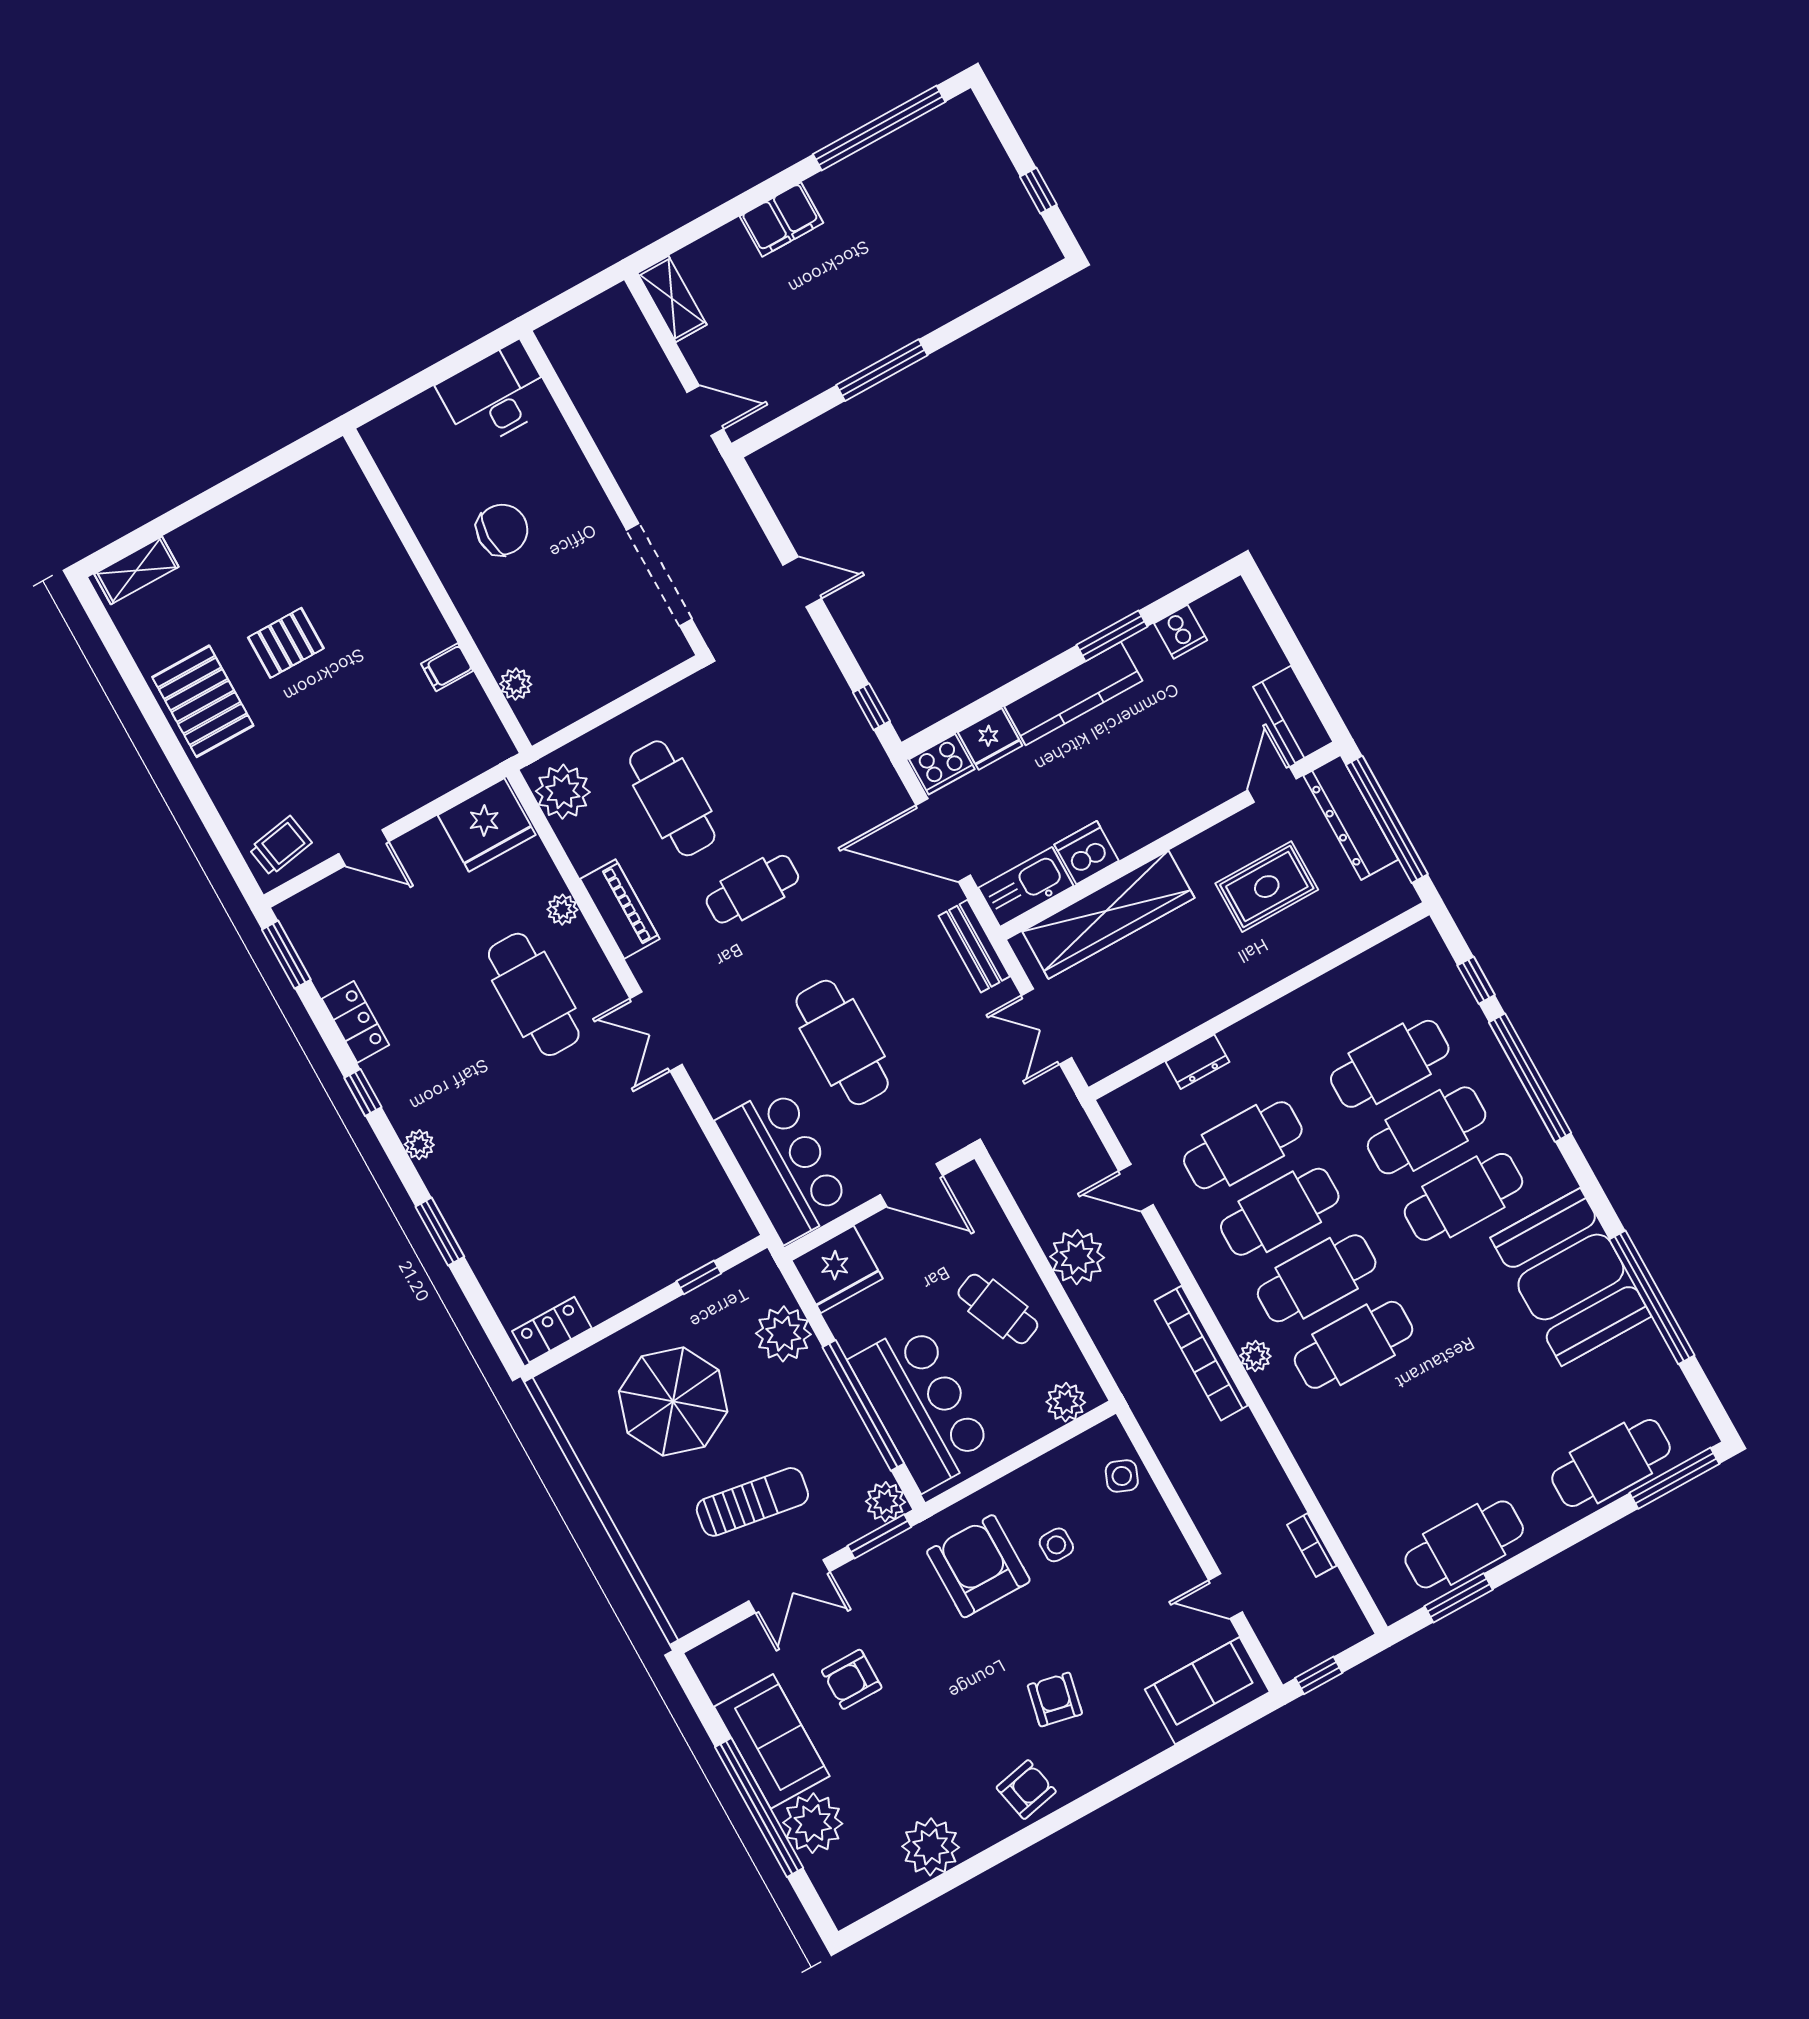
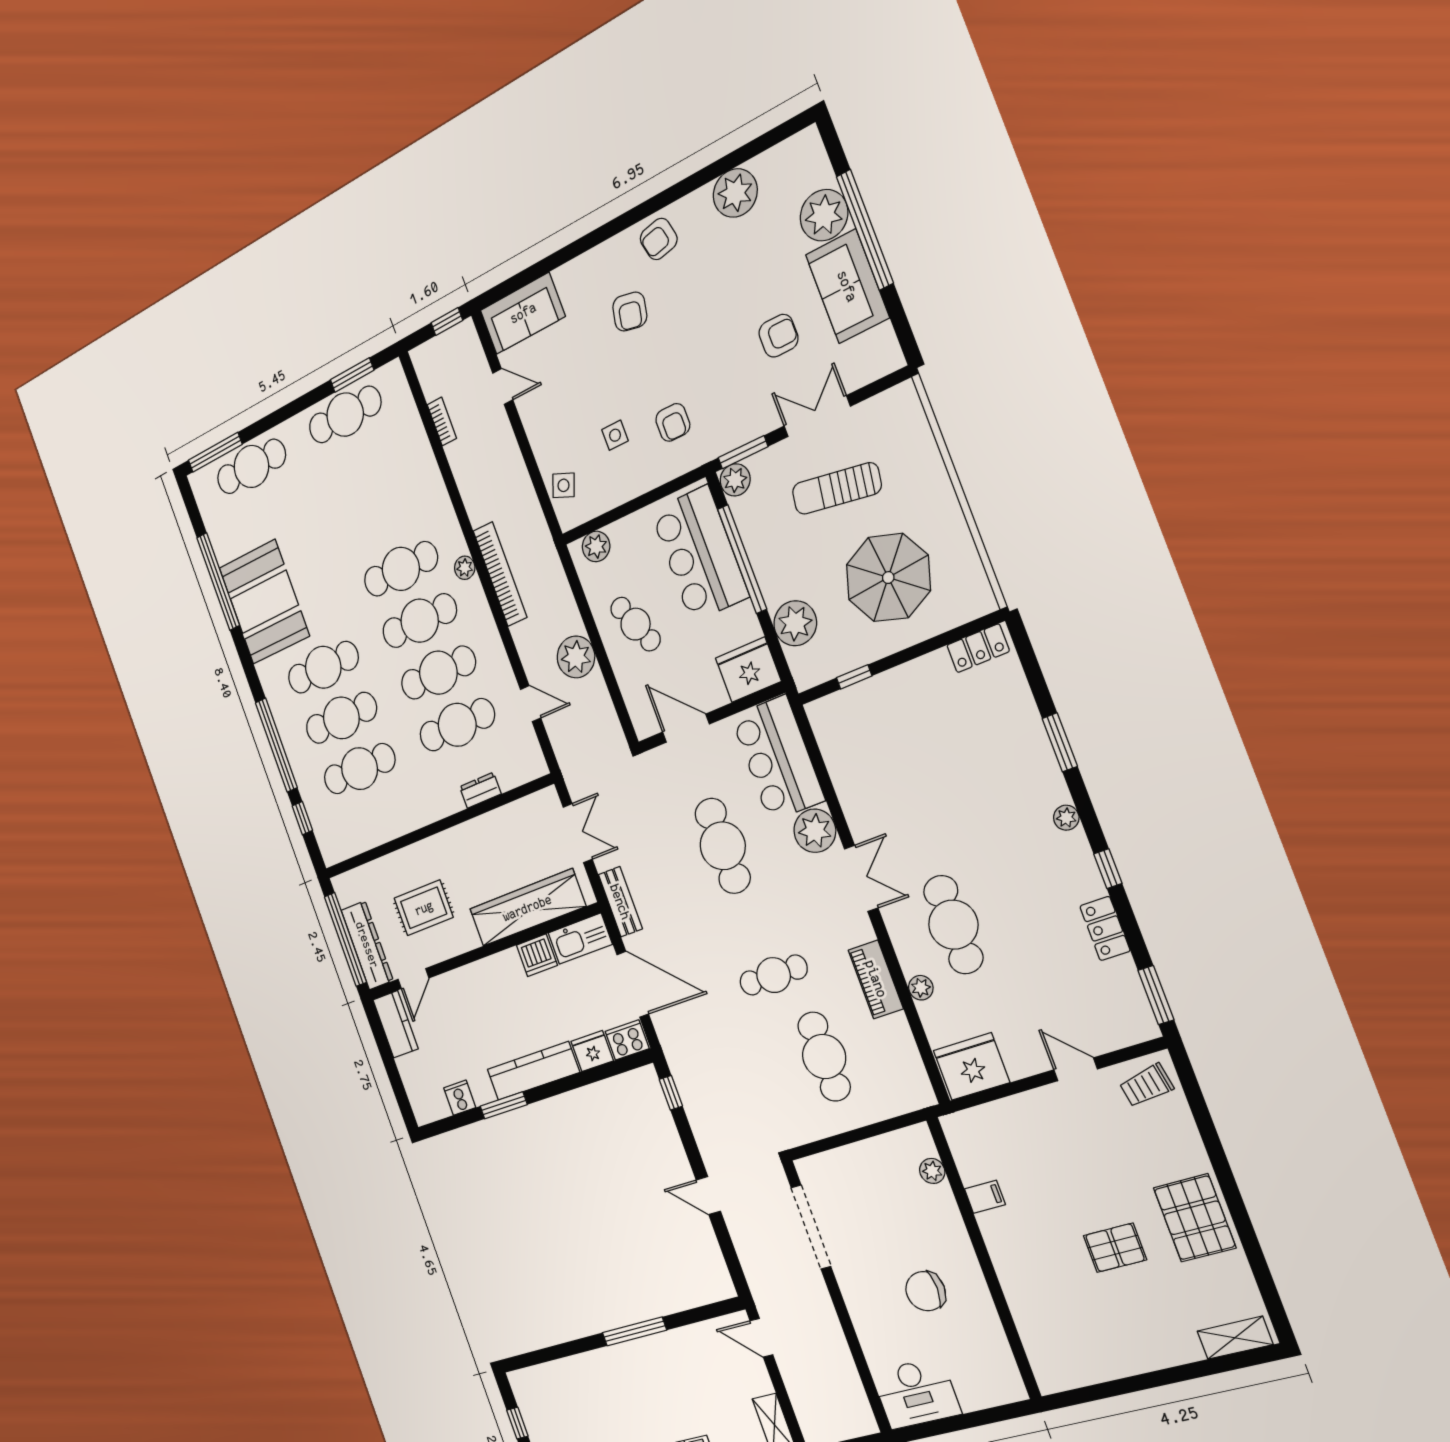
plant: (563, 792) -> (815, 831), moved
armchair: (978, 1566) -> (673, 422), width x0.53, depth x0.53

